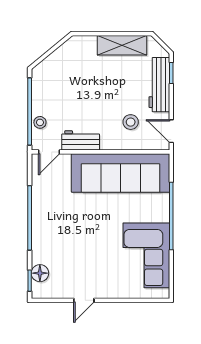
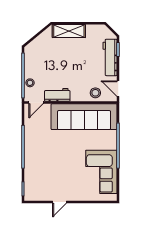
shelving: (122, 45) -> (69, 31), moved
stool: (131, 122) -> (95, 93), moved
floor lamp: (40, 273) -> (30, 184), removed

